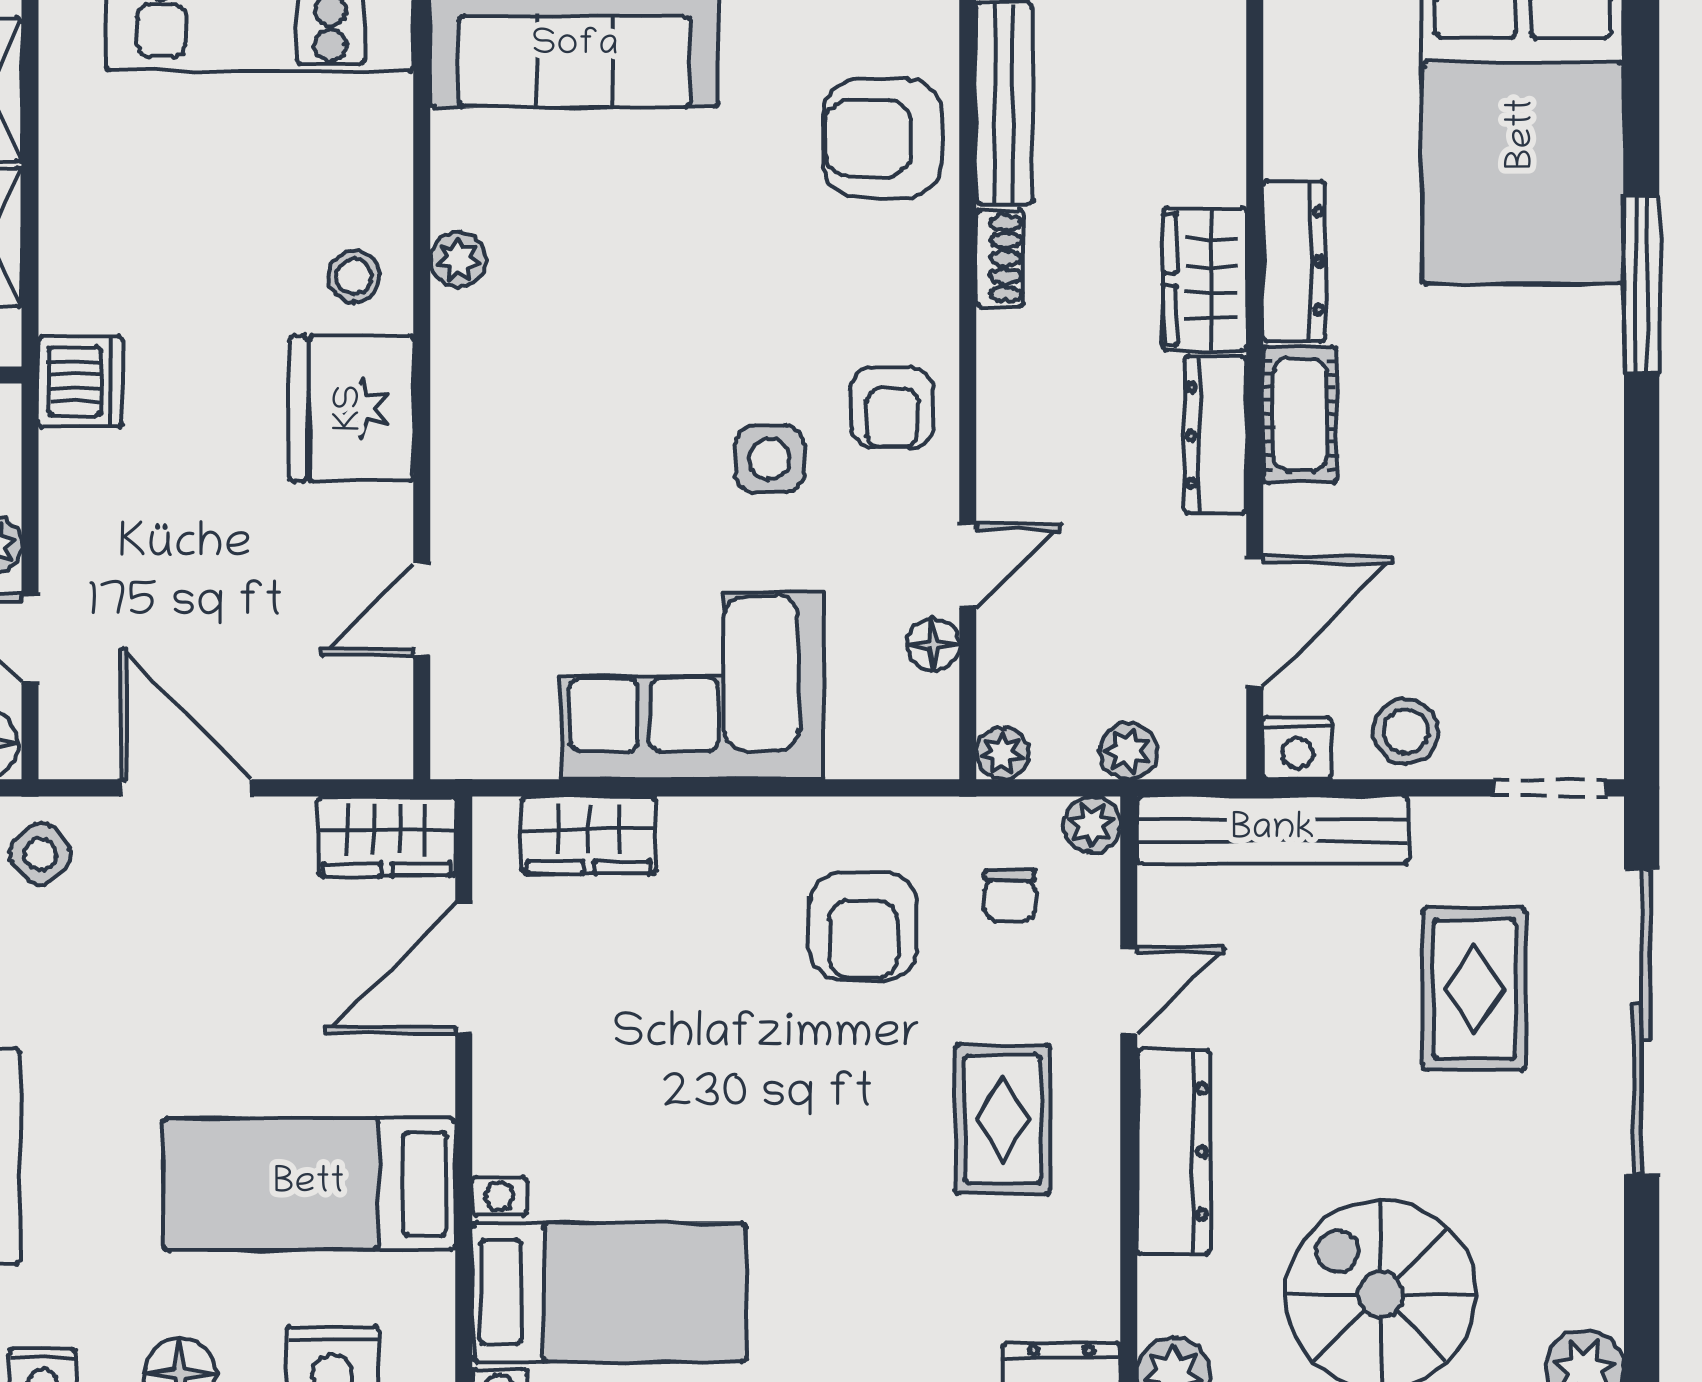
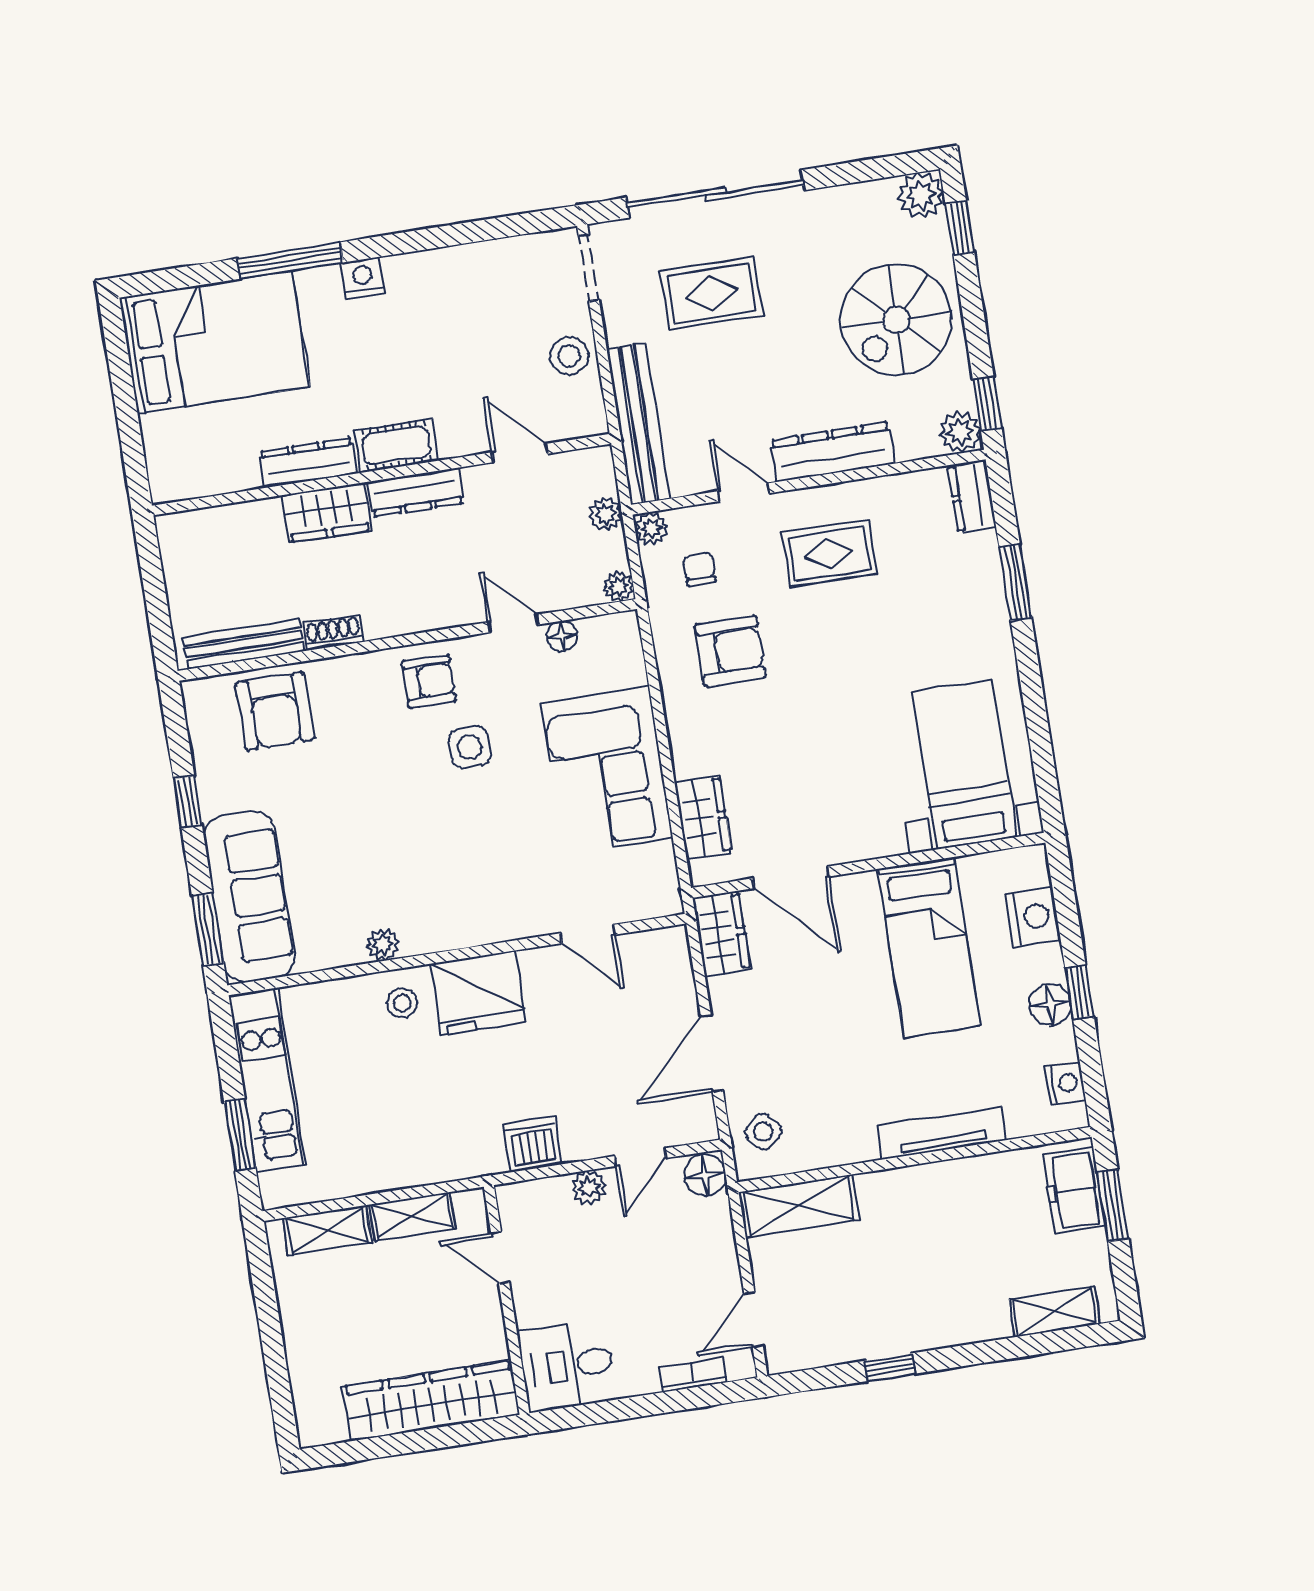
dishwasher: (80, 381) -> (533, 1144), moved
door: (1255, 622) -> (520, 453), width x0.73
nightstand: (1297, 748) -> (363, 278), moved, turned -90
chair: (1010, 895) -> (699, 569), turned -90

